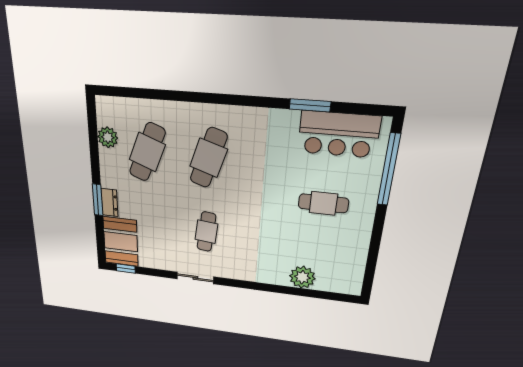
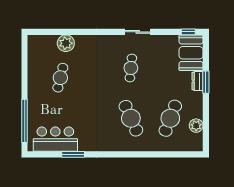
cafe table: (209, 158) -> (131, 118), turned -42
cafe table: (323, 203) -> (60, 78), moved, turned -76

